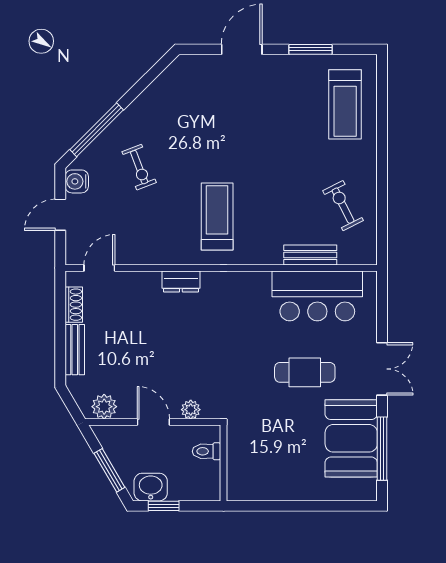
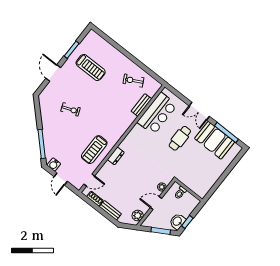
treadmill: (345, 104) -> (91, 67), moved
exercise bike: (139, 167) -> (71, 109), moved
treadmill: (217, 217) -> (94, 150), moved, turned -90
door: (99, 268) -> (89, 180), swing flipped
double door: (382, 369) -> (199, 111), swing flipped

